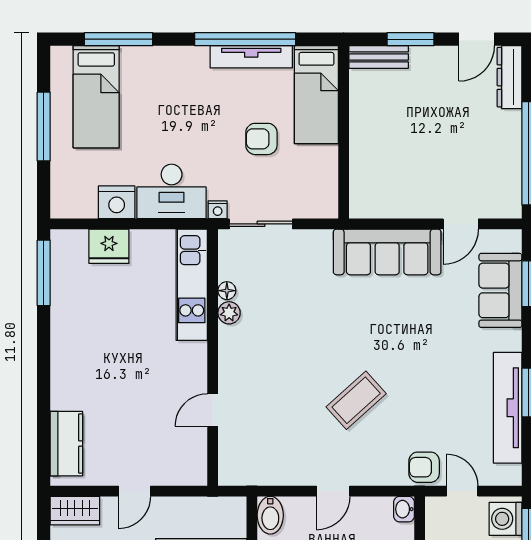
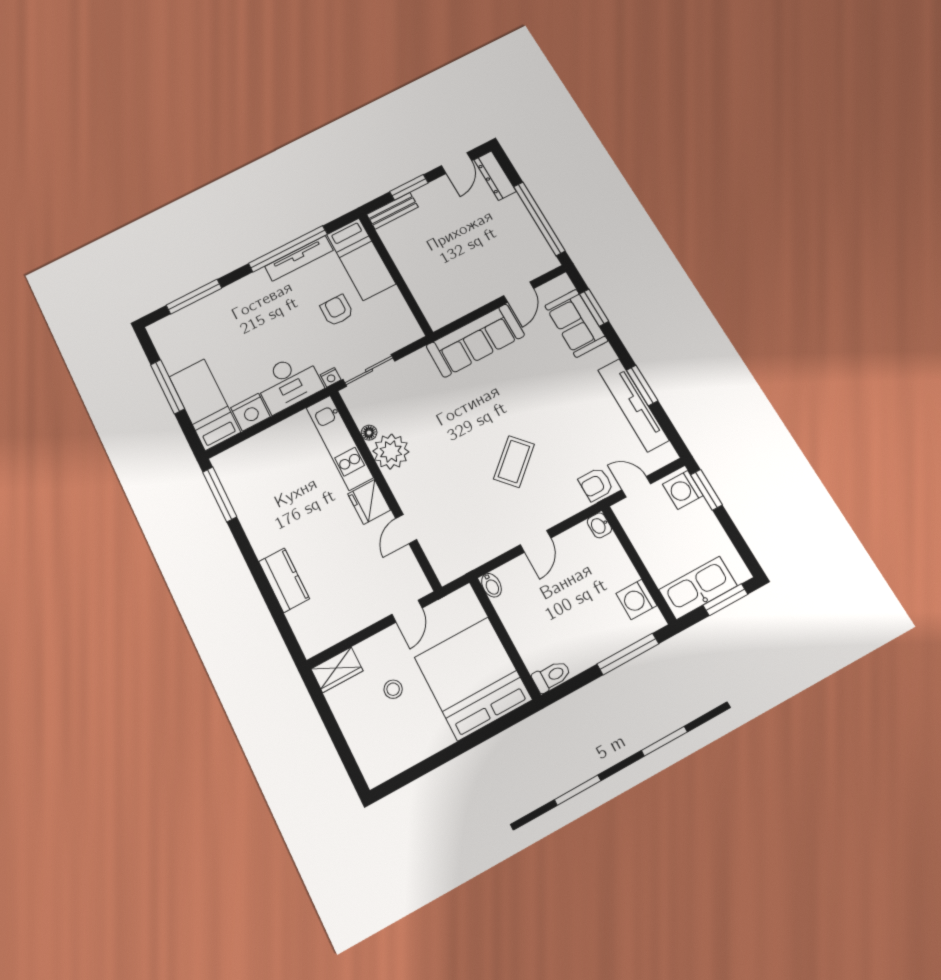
bed: (96, 97) -> (205, 404), moved, turned 180
armchair: (261, 139) -> (337, 310), turned 90
fridge: (109, 246) -> (369, 502), moved, turned 90
plant: (229, 313) -> (391, 452), width x1.87, depth x1.87
kitchen counter: (66, 444) -> (284, 580), moved
door: (134, 491) -> (407, 611), moved
bidet: (270, 515) -> (491, 585), width x0.72, depth x0.74

